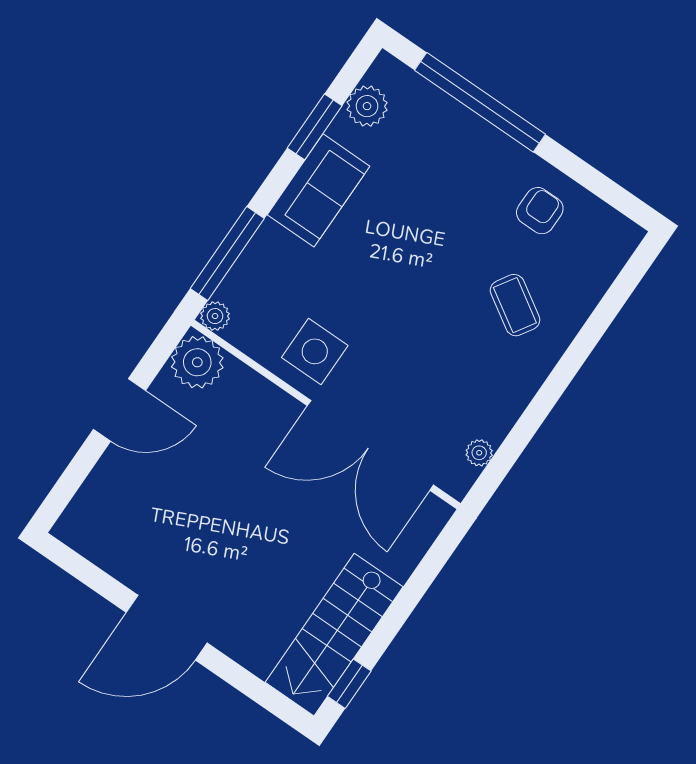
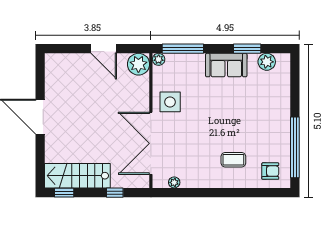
window: (480, 102) -> (295, 147), moved
armchair: (540, 211) -> (270, 171), moved
coffee table: (515, 305) -> (233, 160), turned 58
window: (418, 584) -> (115, 193), added

